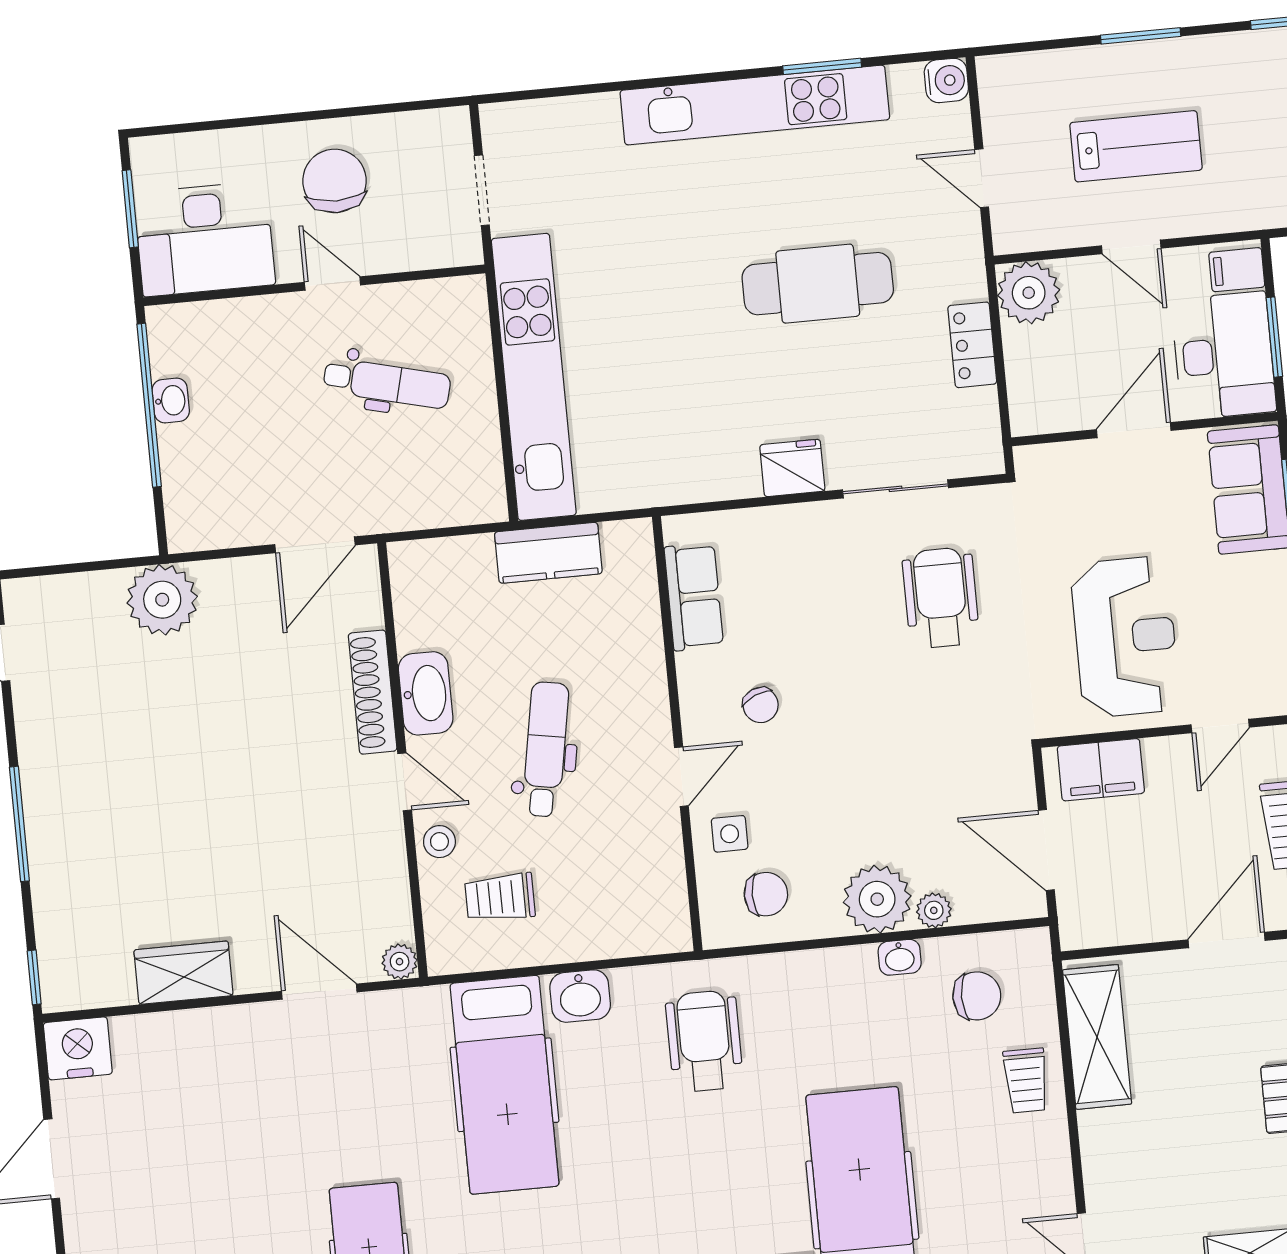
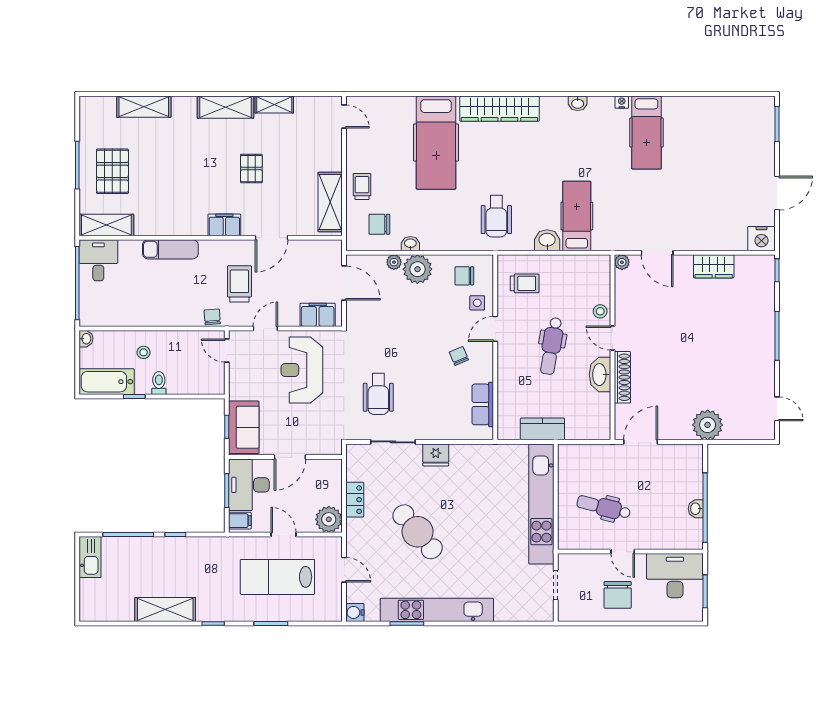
lab bench: (1136, 146) -> (277, 577), width x1.36, depth x1.39
cafe table: (818, 284) -> (418, 532), turned 50
trolley: (500, 897) -> (525, 283), moved
hospital bed: (504, 1085) -> (577, 216), width x0.73, depth x0.78

